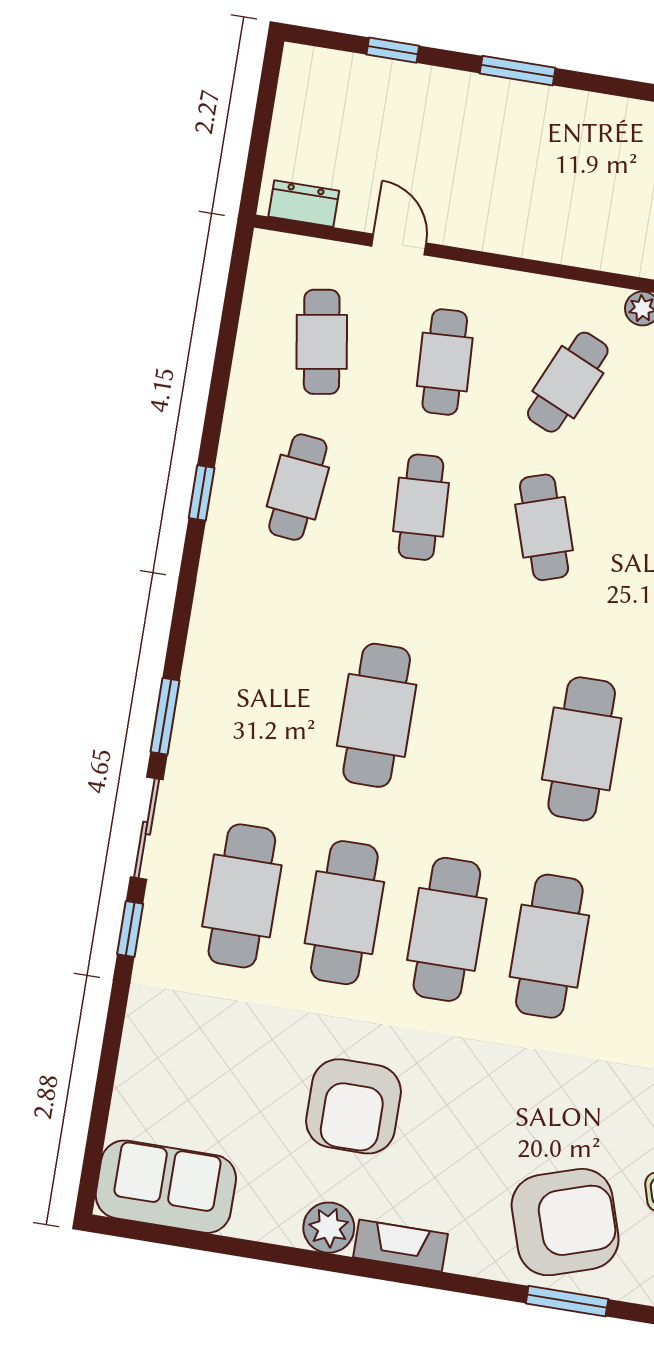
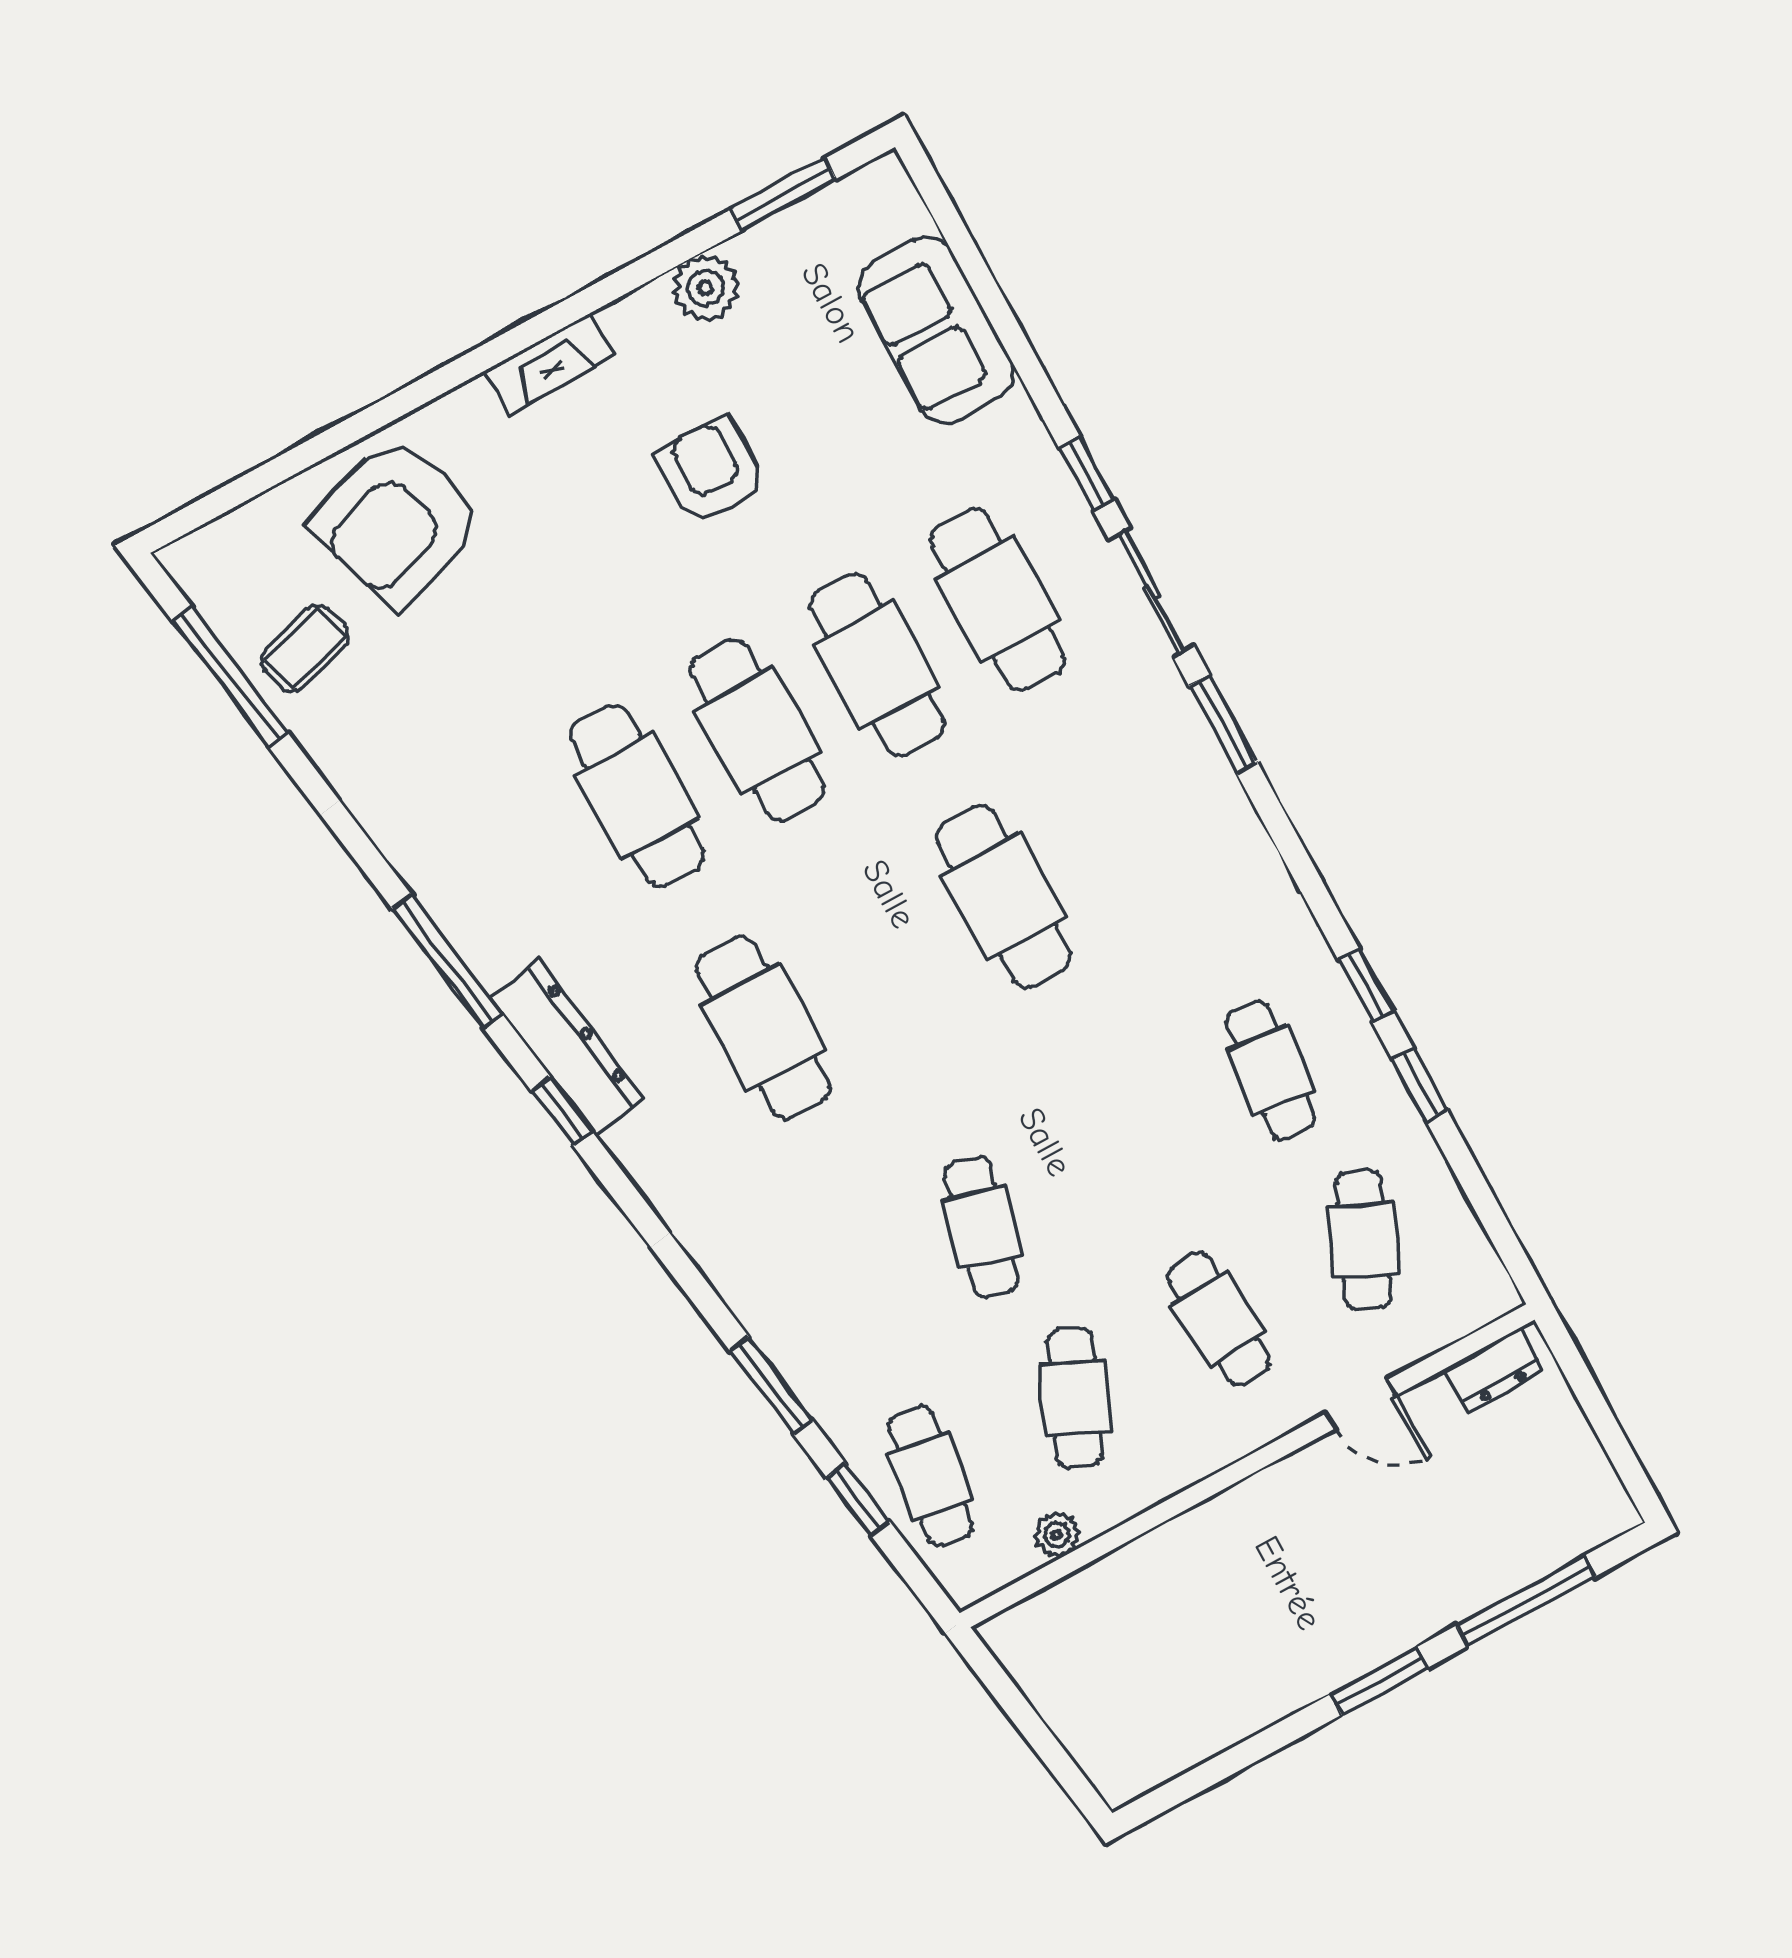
window: (393, 50) -> (1525, 1601), width x2.17
cafe table: (322, 342) -> (1363, 1240), turned 33
window: (215, 408) -> (1420, 1085), added
cafe table: (421, 507) -> (1126, 1149), removed
cafe table: (544, 527) -> (982, 1227), turned 33
armchair: (353, 1106) -> (711, 471), width x0.73, depth x0.73
sofa: (166, 1187) -> (936, 330), moved, turned 90
plant: (329, 1228) -> (706, 288), moved
window: (567, 1301) -> (783, 194), moved

